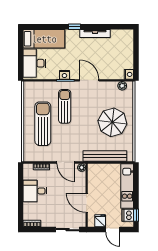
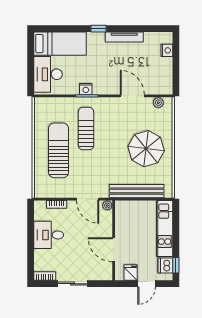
nightstand: (129, 74) -> (167, 50), moved
door: (89, 80) -> (132, 96), moved
sliding door: (68, 230) -> (72, 284), moved
door: (113, 230) -> (147, 284), hinge flipped

